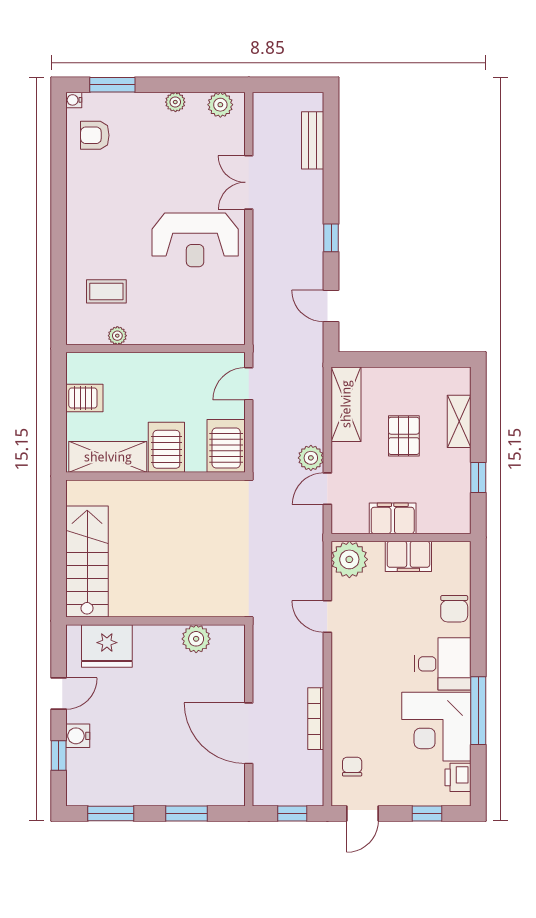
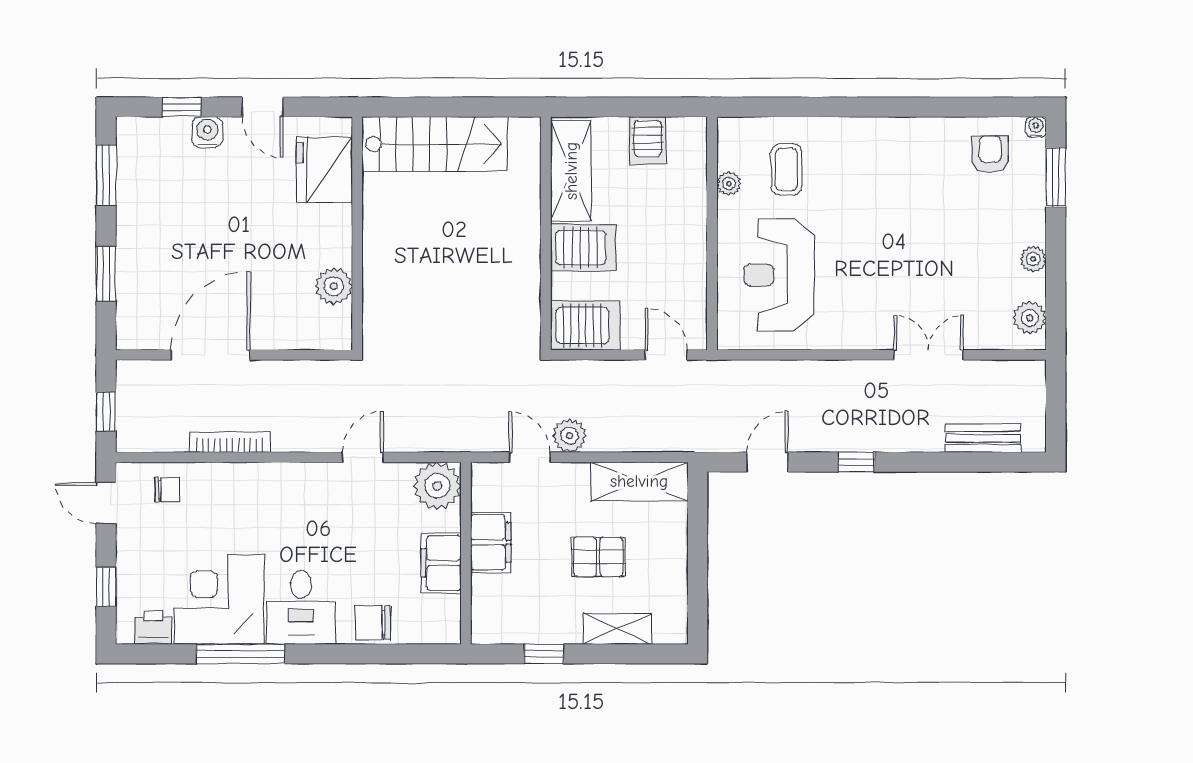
reception desk: (195, 240) -> (779, 275), moved

